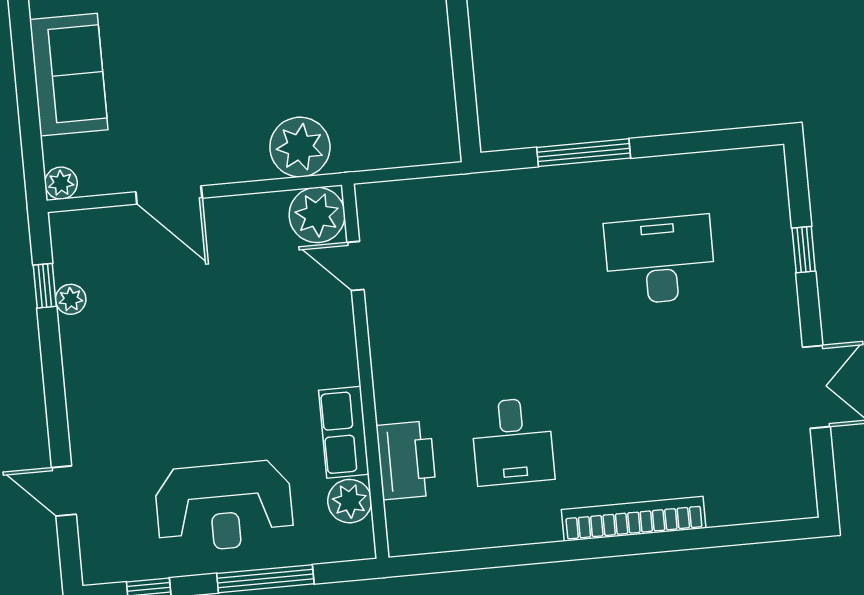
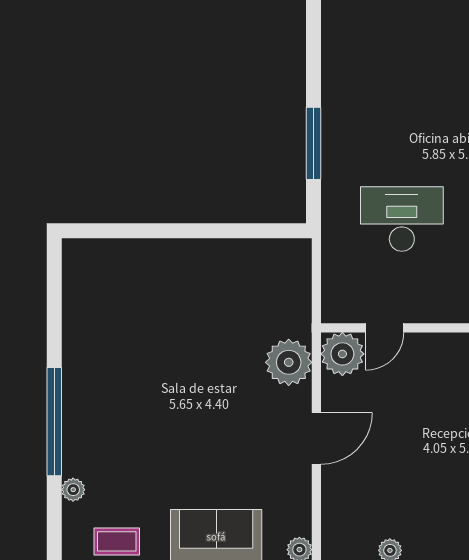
door: (169, 195) -> (316, 438), moved
desk: (660, 260) -> (402, 219), moved, turned 90

